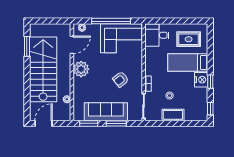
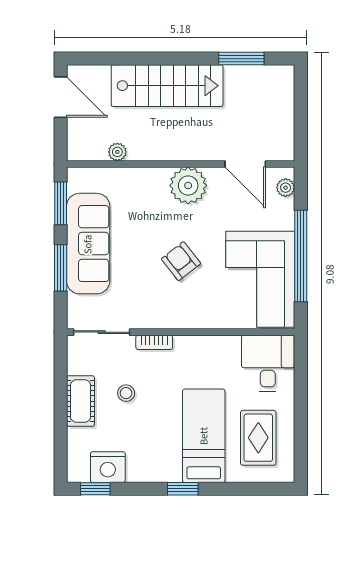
stairs: (43, 69) -> (167, 86), width x0.73, depth x0.66
armchair: (121, 79) -> (181, 261), moved
nightstand: (201, 80) -> (108, 467), moved
window: (210, 82) -> (183, 489), moved

